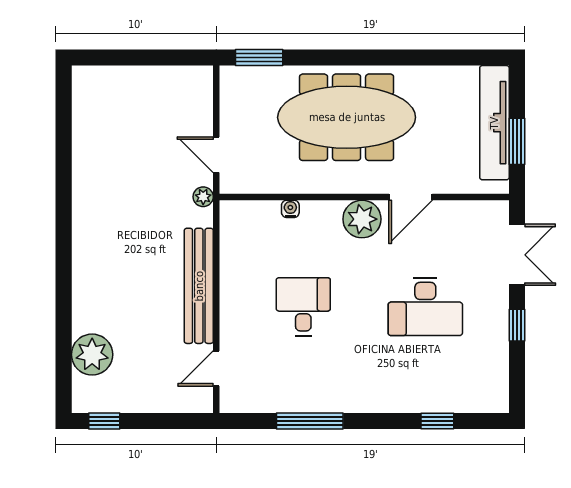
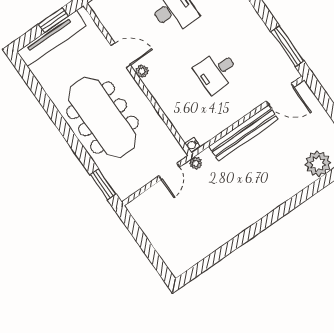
water cooler: (290, 209) -> (192, 145), moved
plant: (362, 219) -> (142, 71), width x0.53, depth x0.53
door: (216, 368) -> (280, 94), width x1.38
window: (310, 421) -> (287, 46), moved

